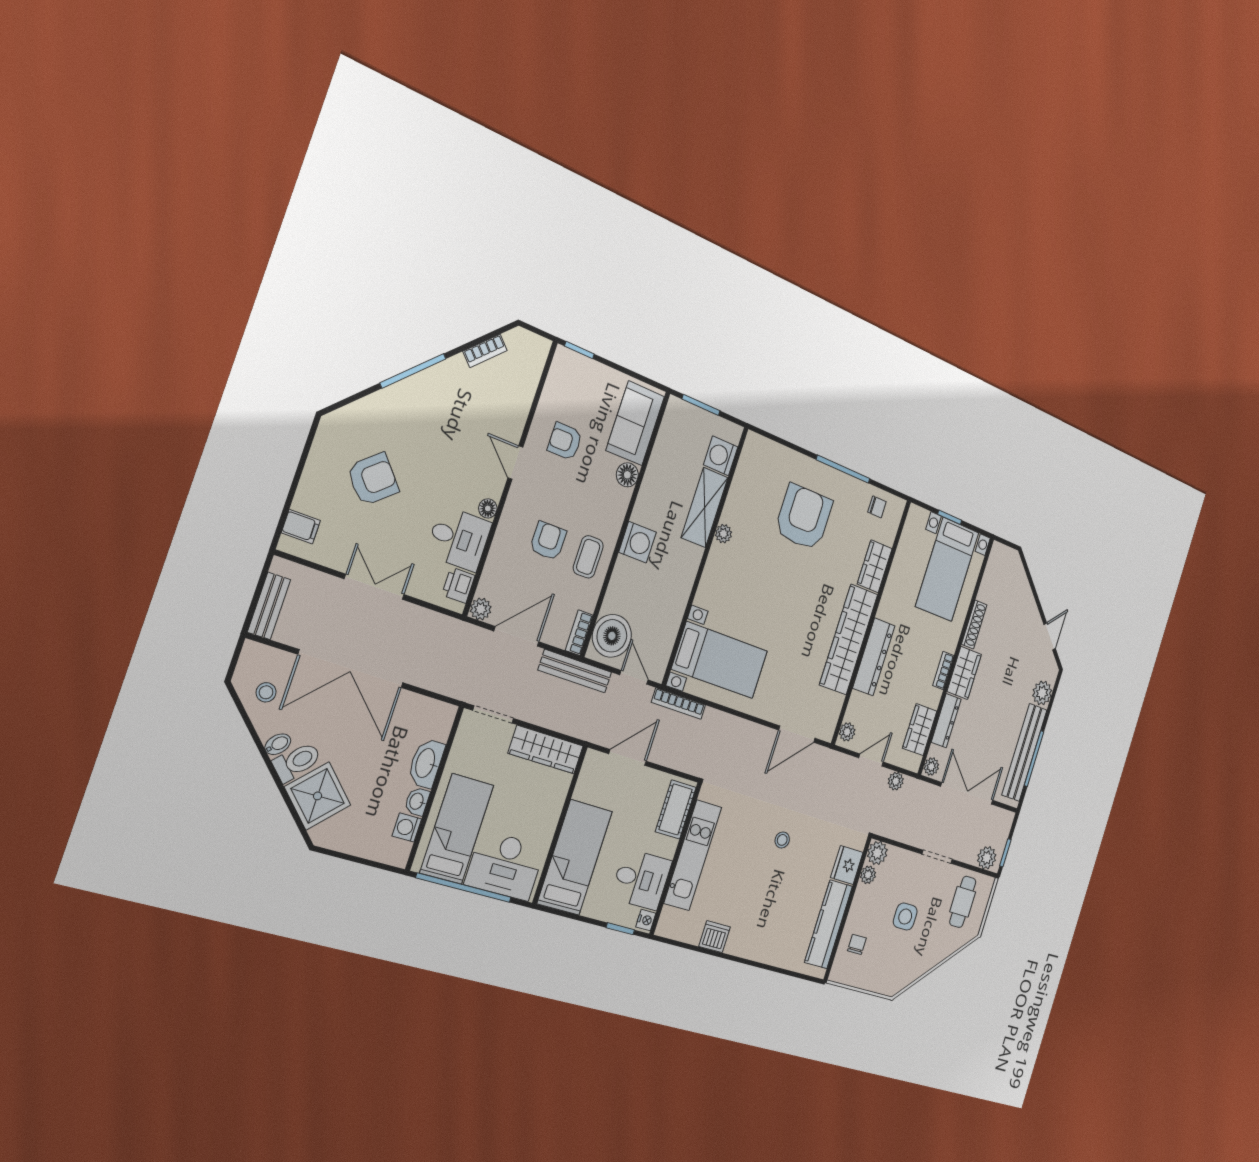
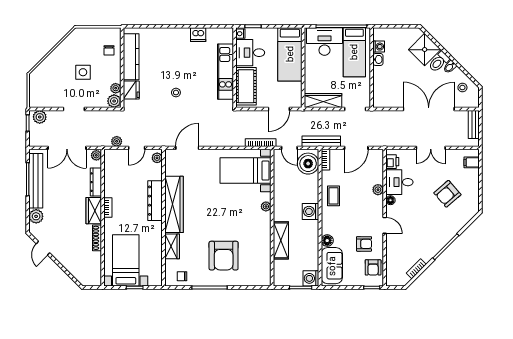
washing machine: (721, 456) -> (311, 278), moved, turned 180
plant: (723, 534) -> (266, 206), moved
armchair: (548, 541) -> (373, 267), moved
plant: (481, 609) -> (378, 190), moved
wardrobe: (920, 730) -> (111, 172), removed
washbasin: (426, 763) -> (380, 78), removed
cot: (676, 809) -> (246, 86), width x1.37, depth x1.34
cafe table: (963, 902) -> (47, 89), removed

